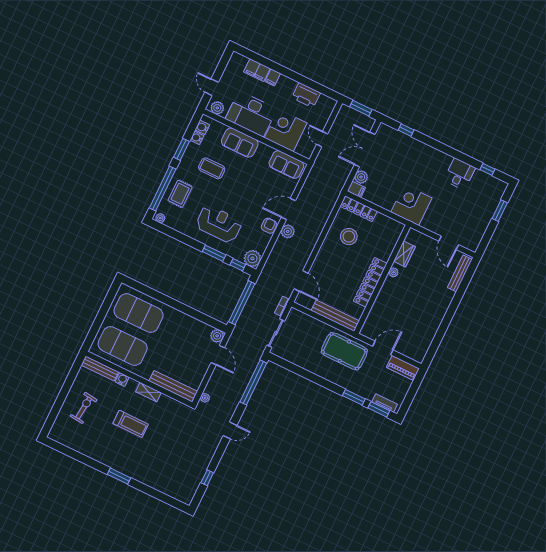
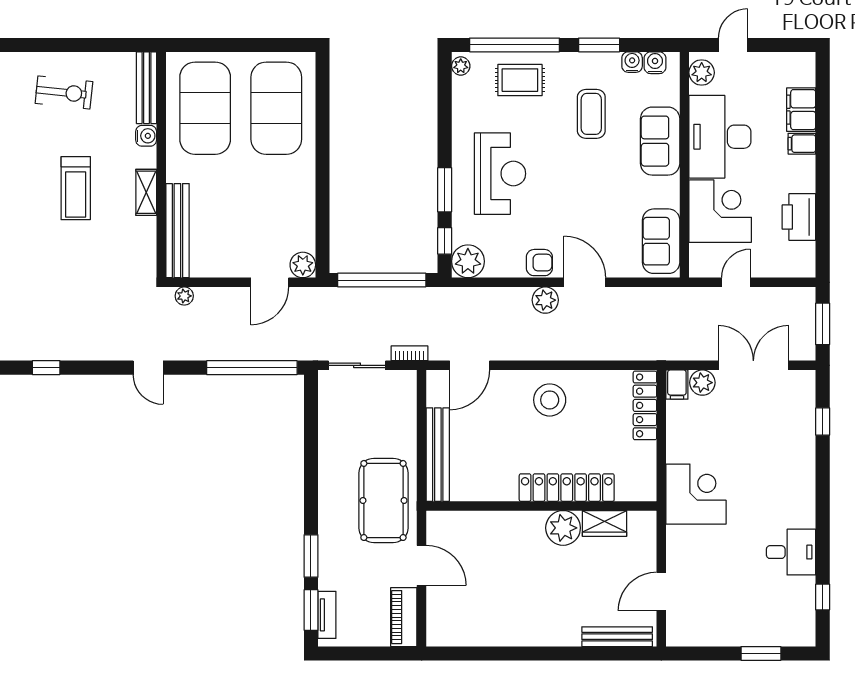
stool: (349, 237) -> (550, 400), moved
plant: (393, 272) -> (563, 528), width x1.87, depth x1.87
locker: (370, 282) -> (567, 488), moved

